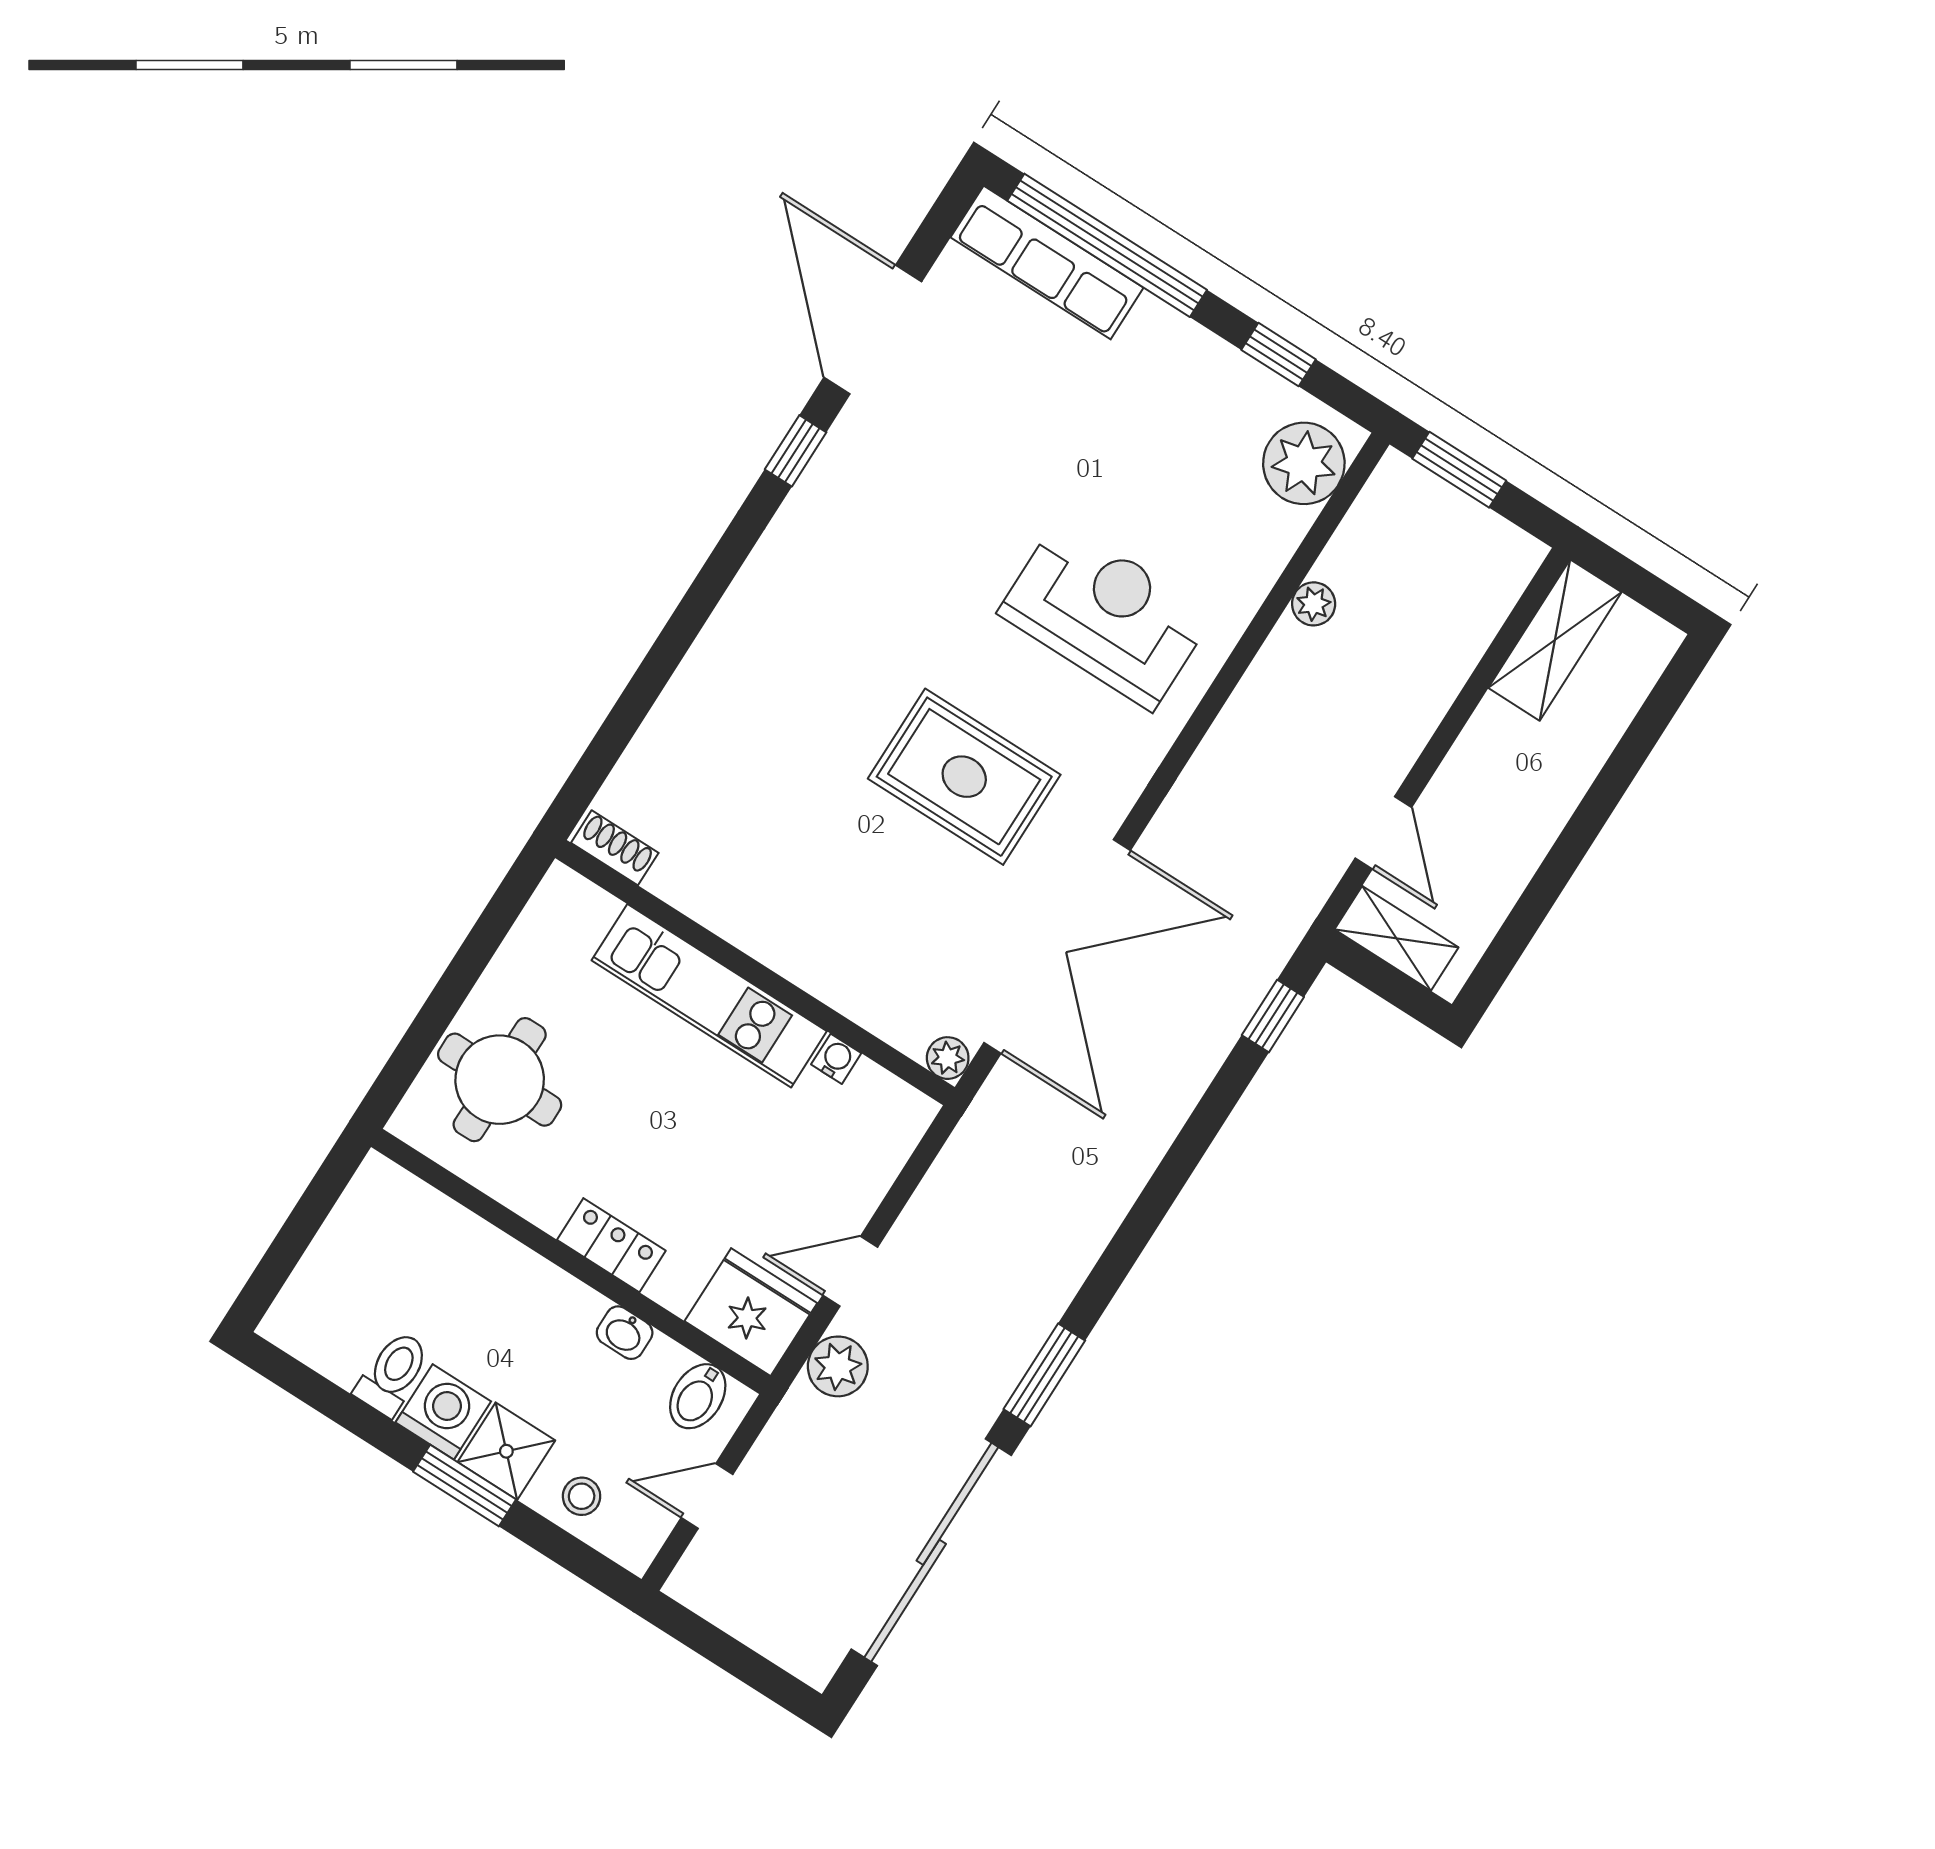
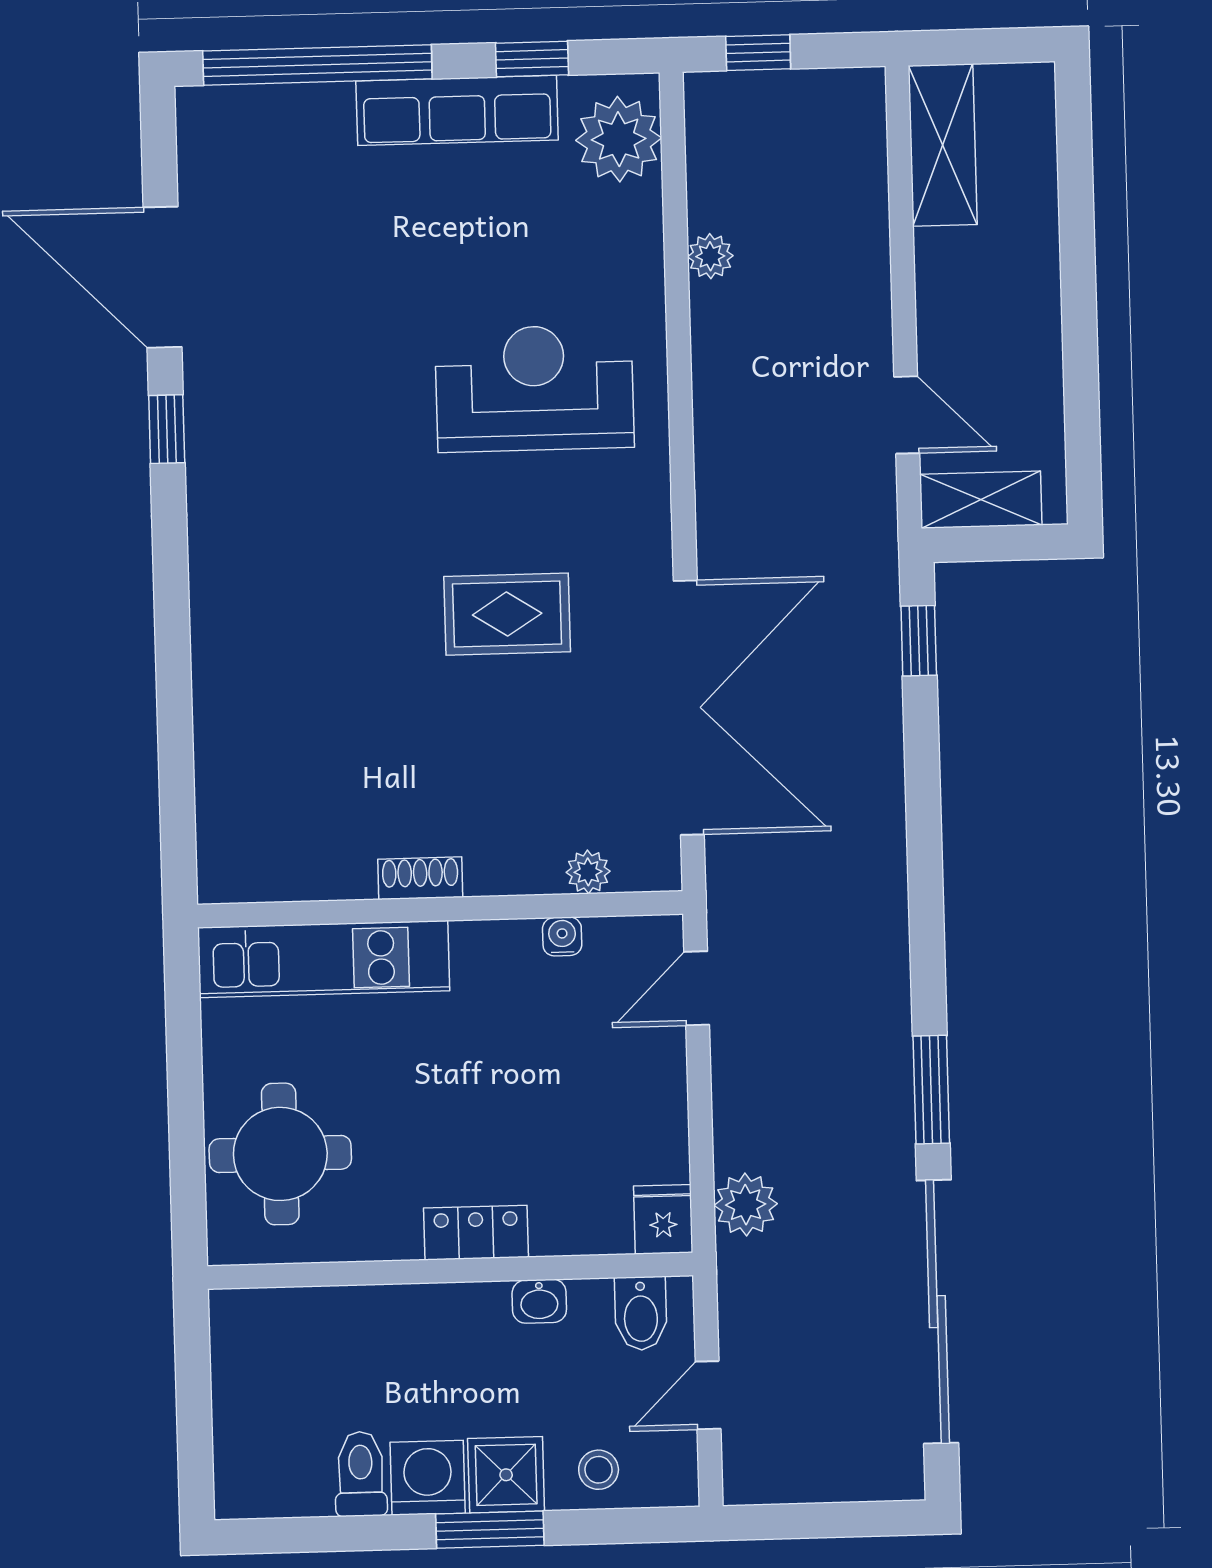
row of seats: (1047, 263) -> (457, 110), moved
window: (1459, 470) -> (758, 53), width x0.67
rug: (964, 777) -> (507, 614), width x0.73, depth x0.70
shoe rack: (615, 848) -> (420, 878), moved
kitchen unit: (709, 996) -> (324, 959), moved
plant: (948, 1058) -> (588, 872), moved
door: (850, 1271) -> (697, 988), moved
fridge: (751, 1312) -> (663, 1219), width x0.53, depth x0.75

